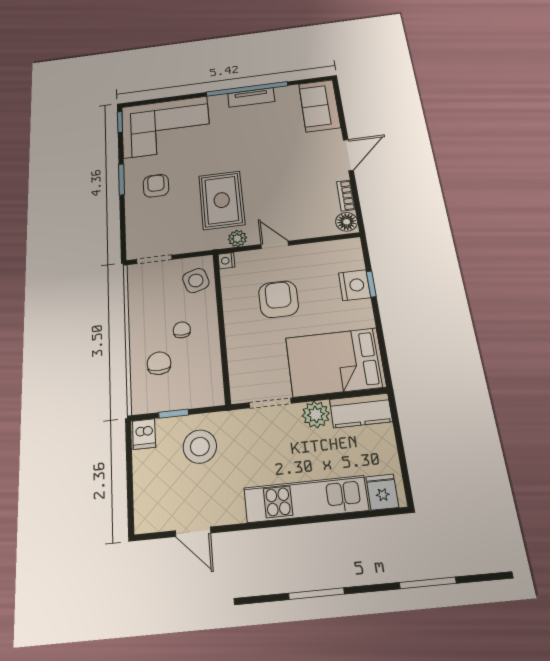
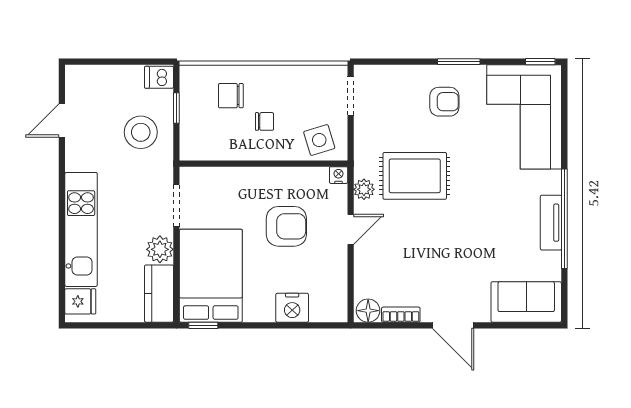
window: (371, 284) -> (203, 325), moved
chair: (159, 363) -> (231, 96), turned 180

